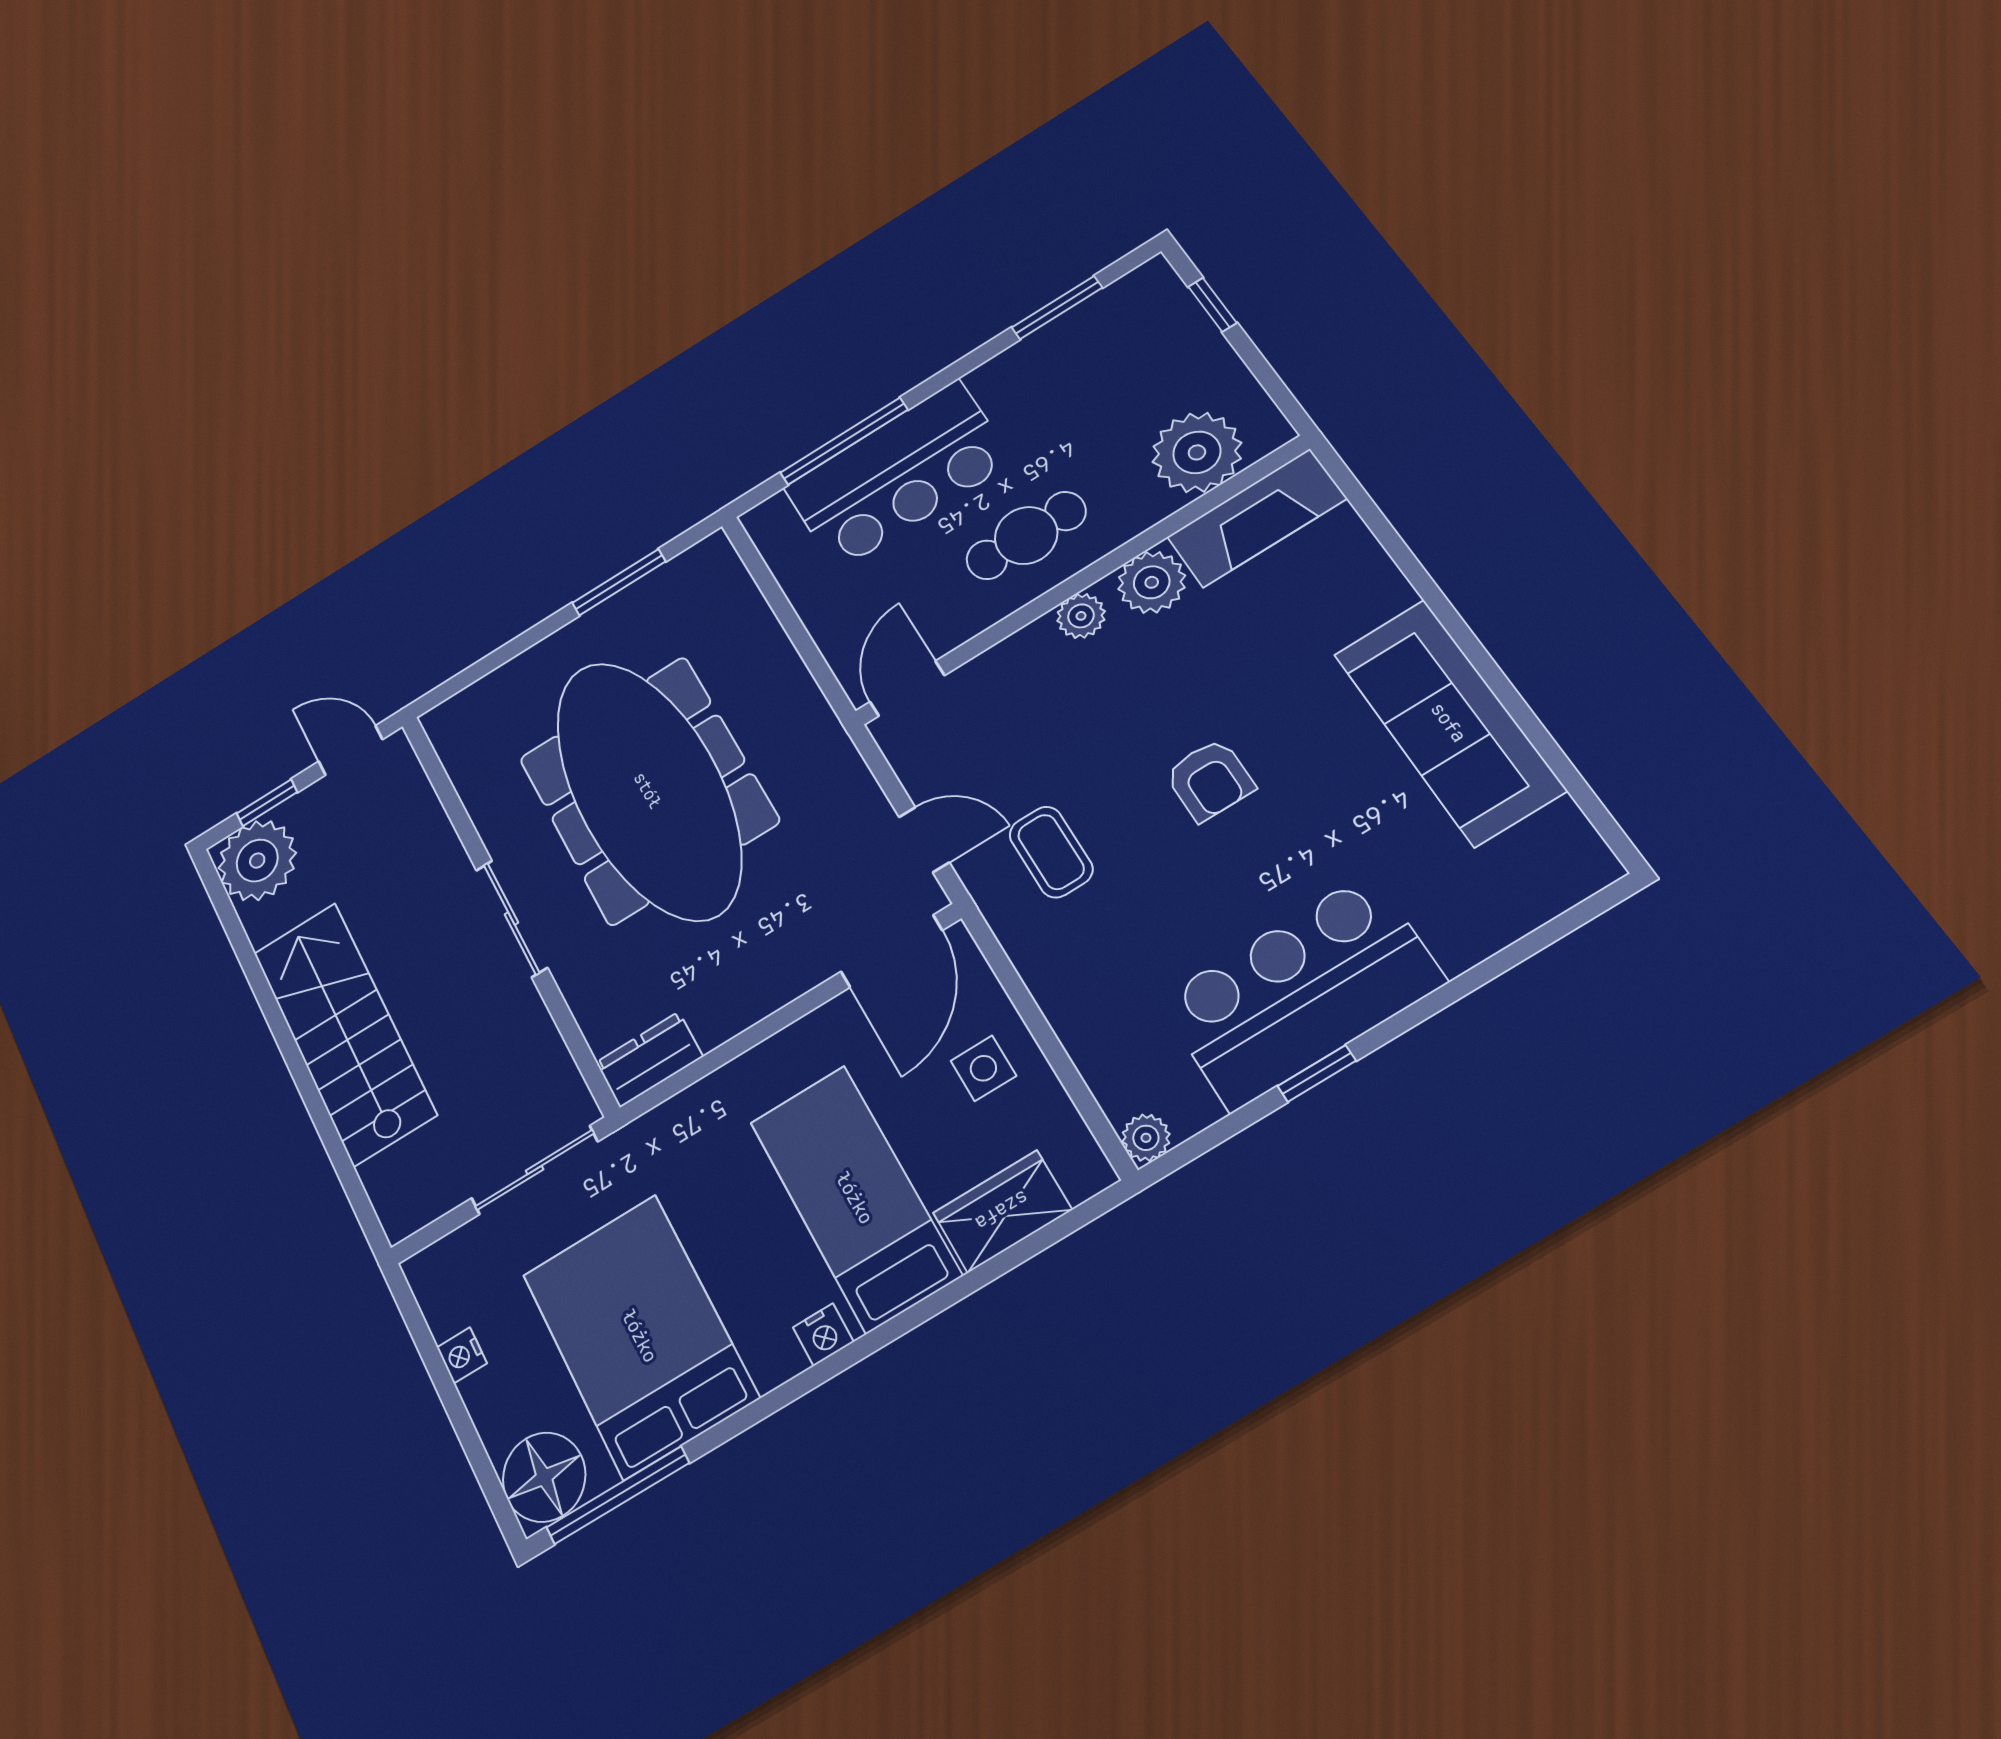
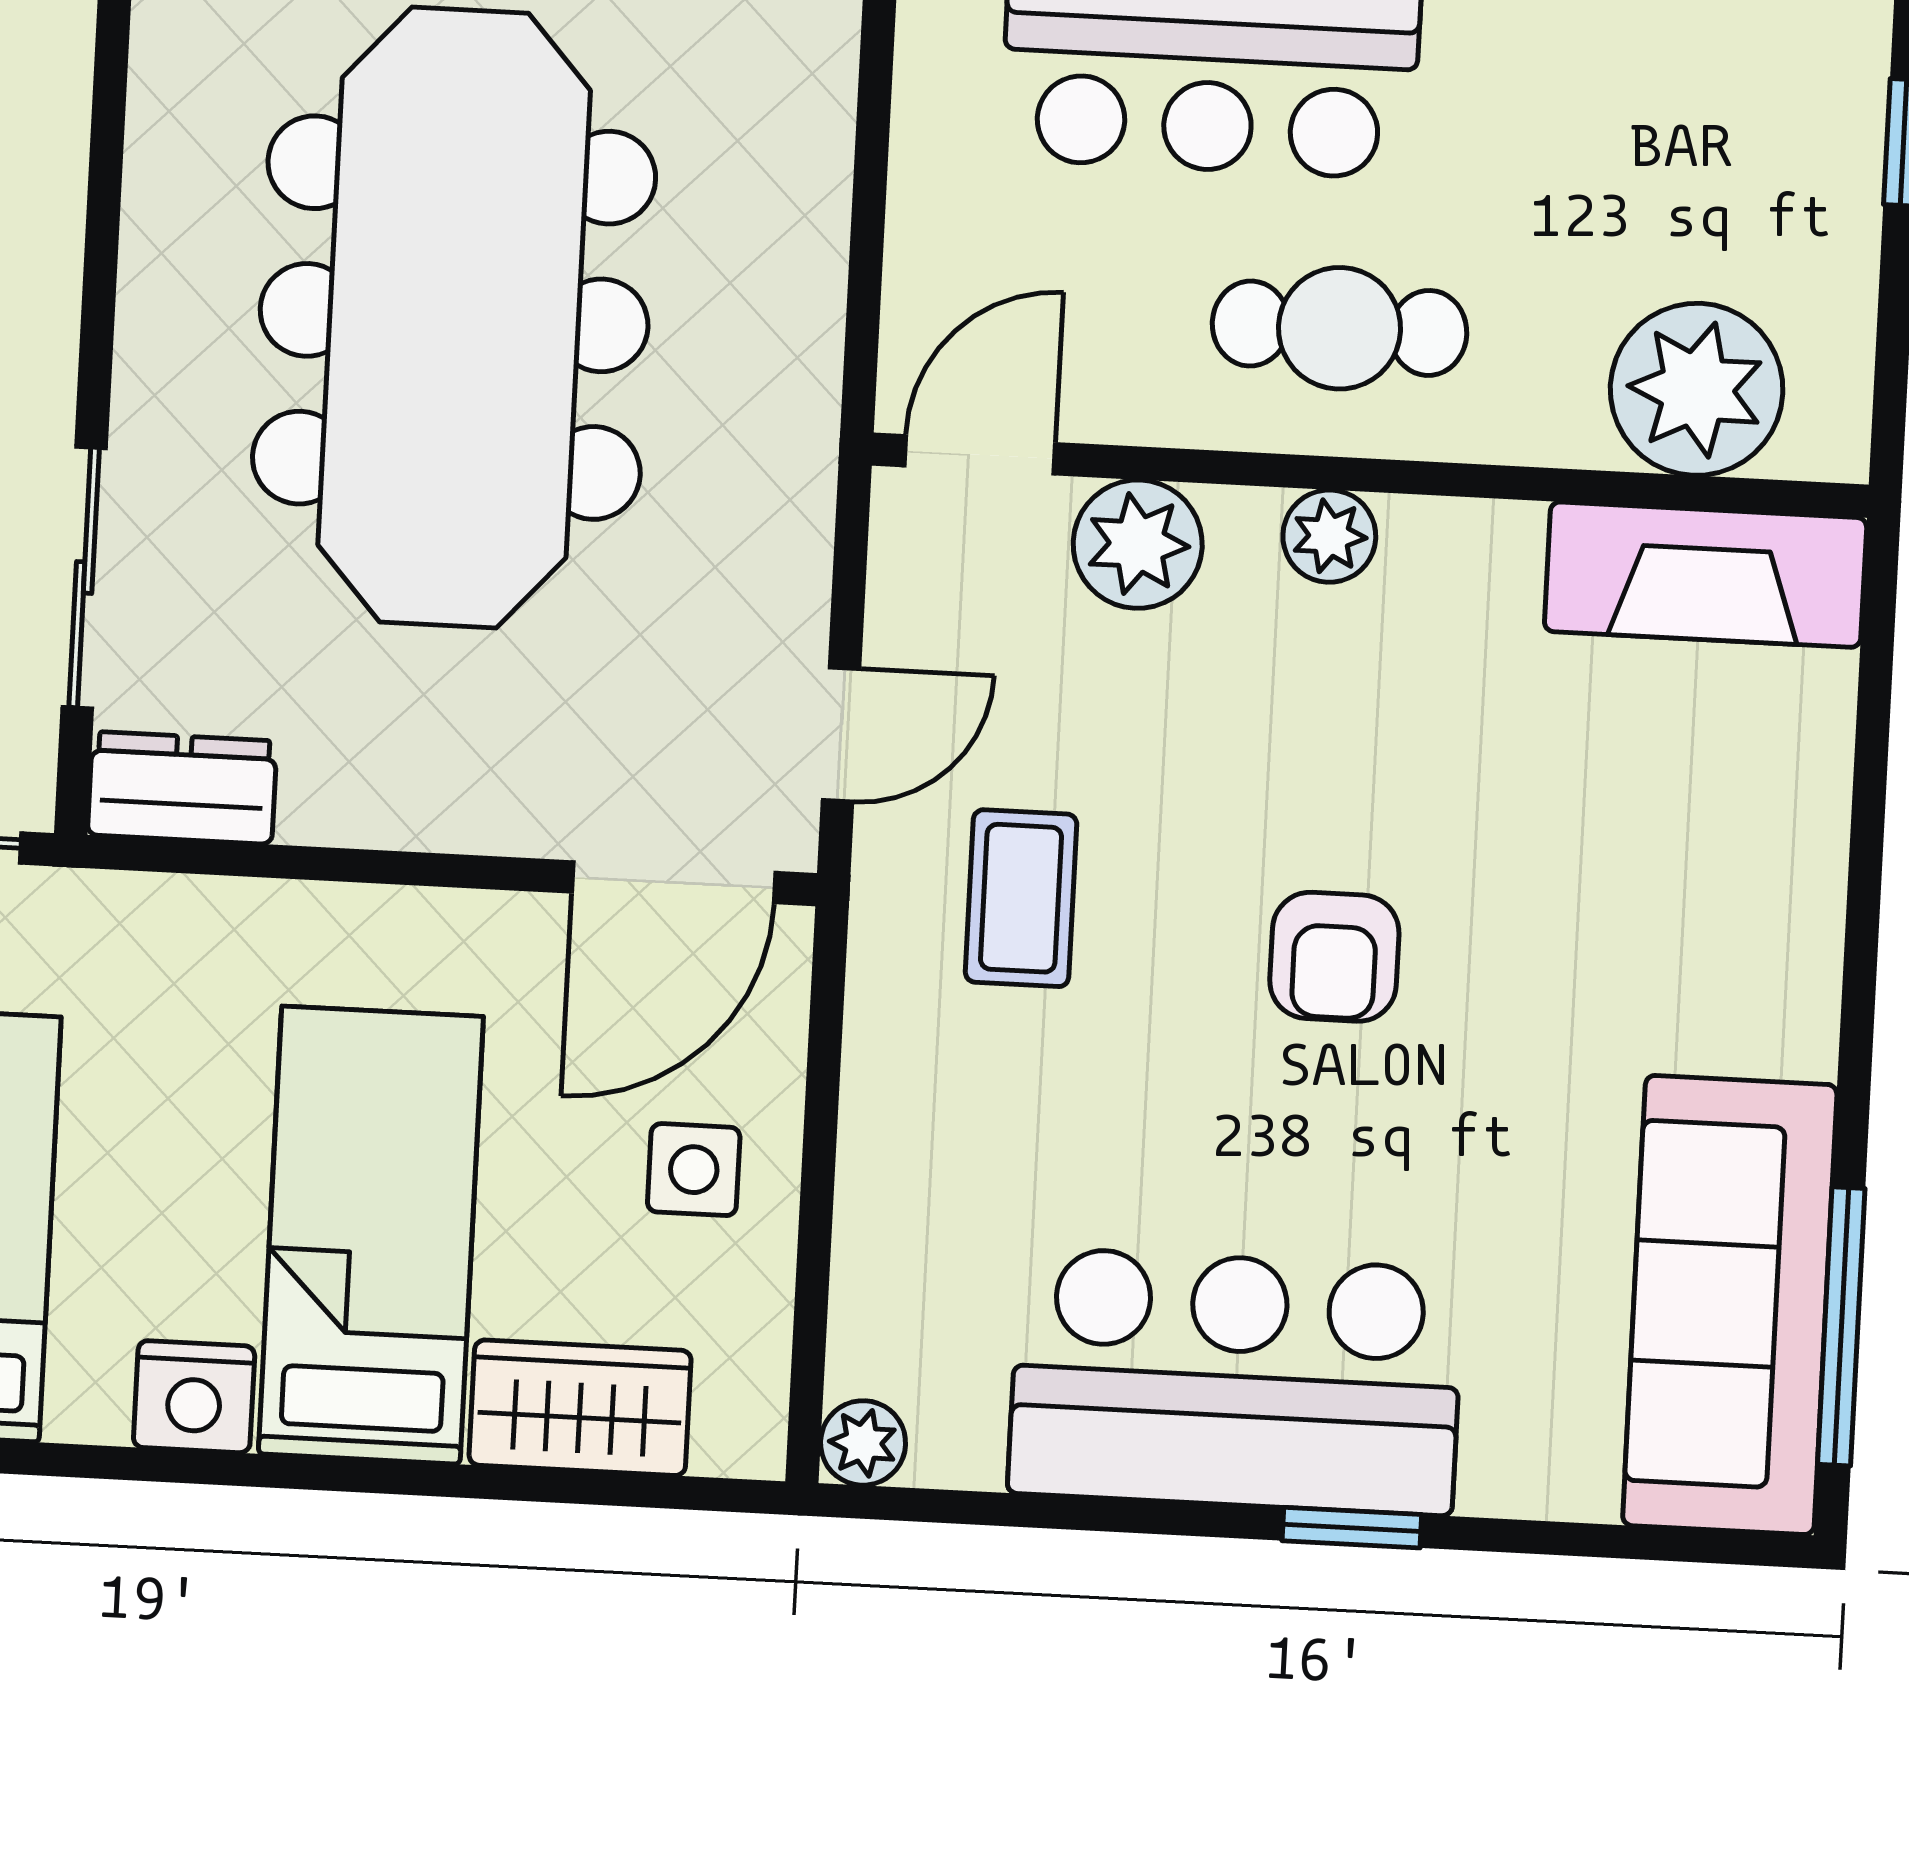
plant: (1152, 582) -> (1138, 544), moved
sofa: (1449, 722) -> (1730, 1305), moved
window: (1567, 774) -> (1841, 1326), added
door: (924, 840) -> (841, 734), hinge flipped
sliding door: (512, 919) -> (84, 577), moved
window: (1317, 1073) -> (1352, 1528), moved
nightstand: (823, 1335) -> (194, 1397), width x1.39, depth x1.35

